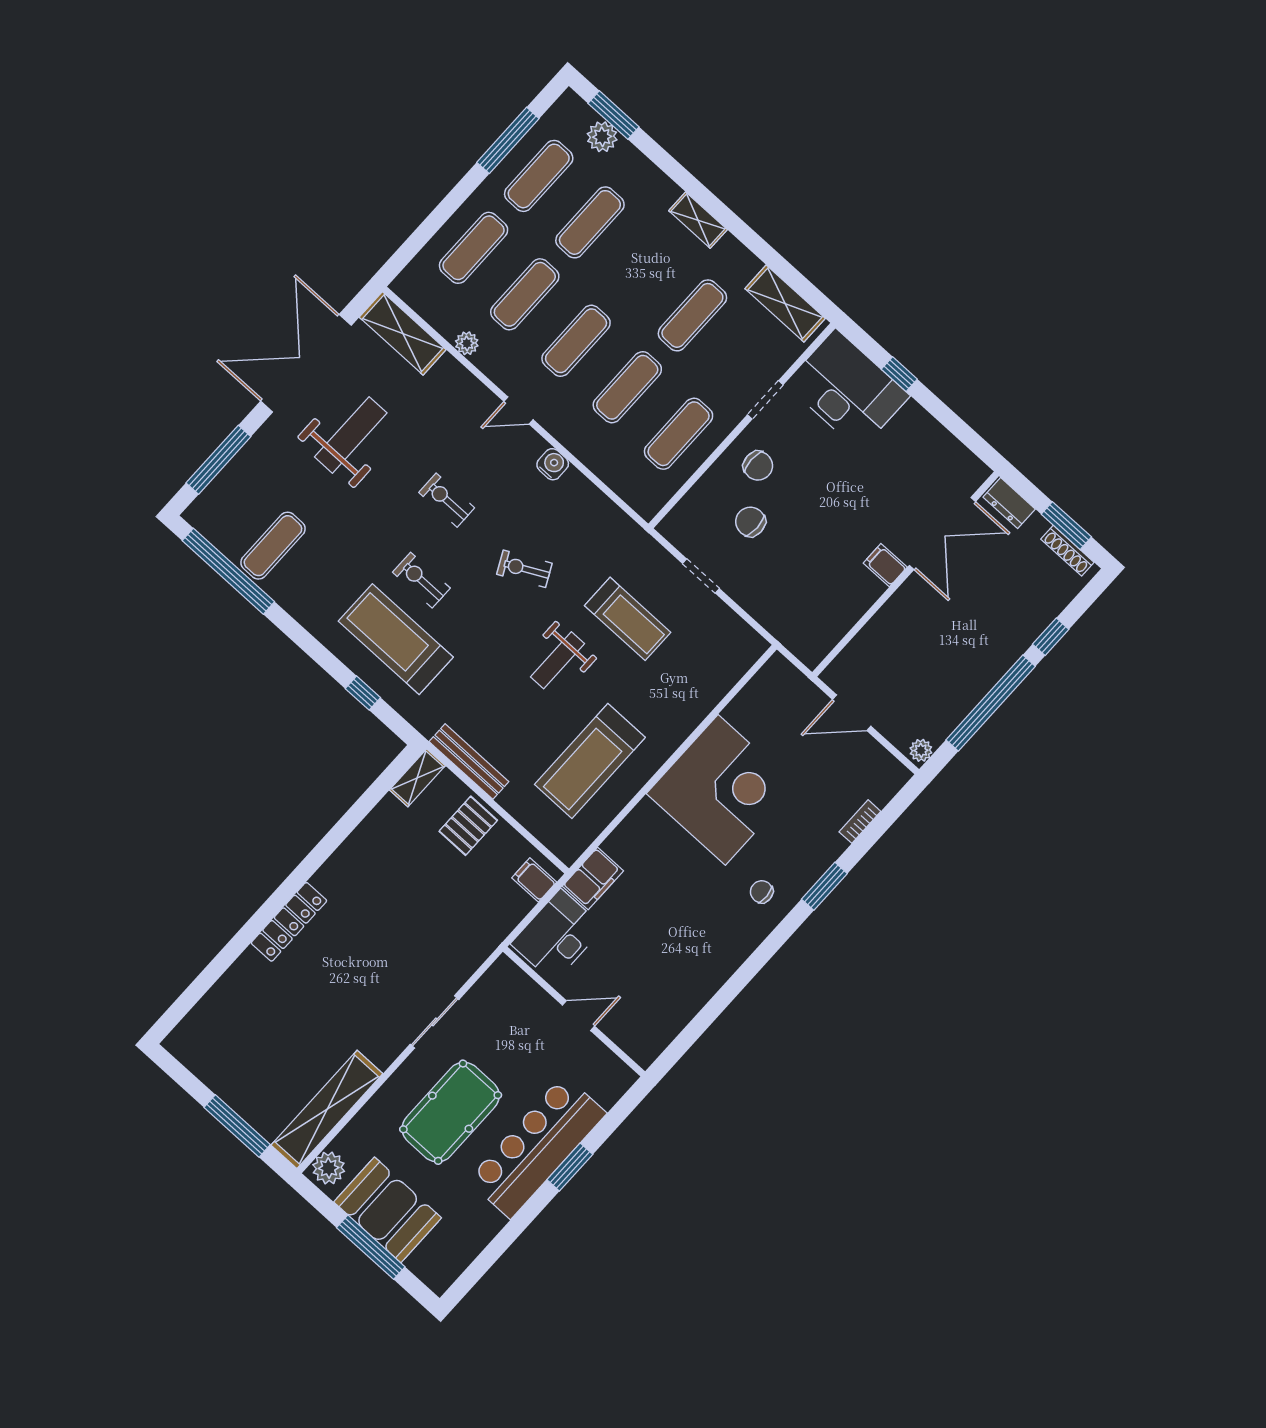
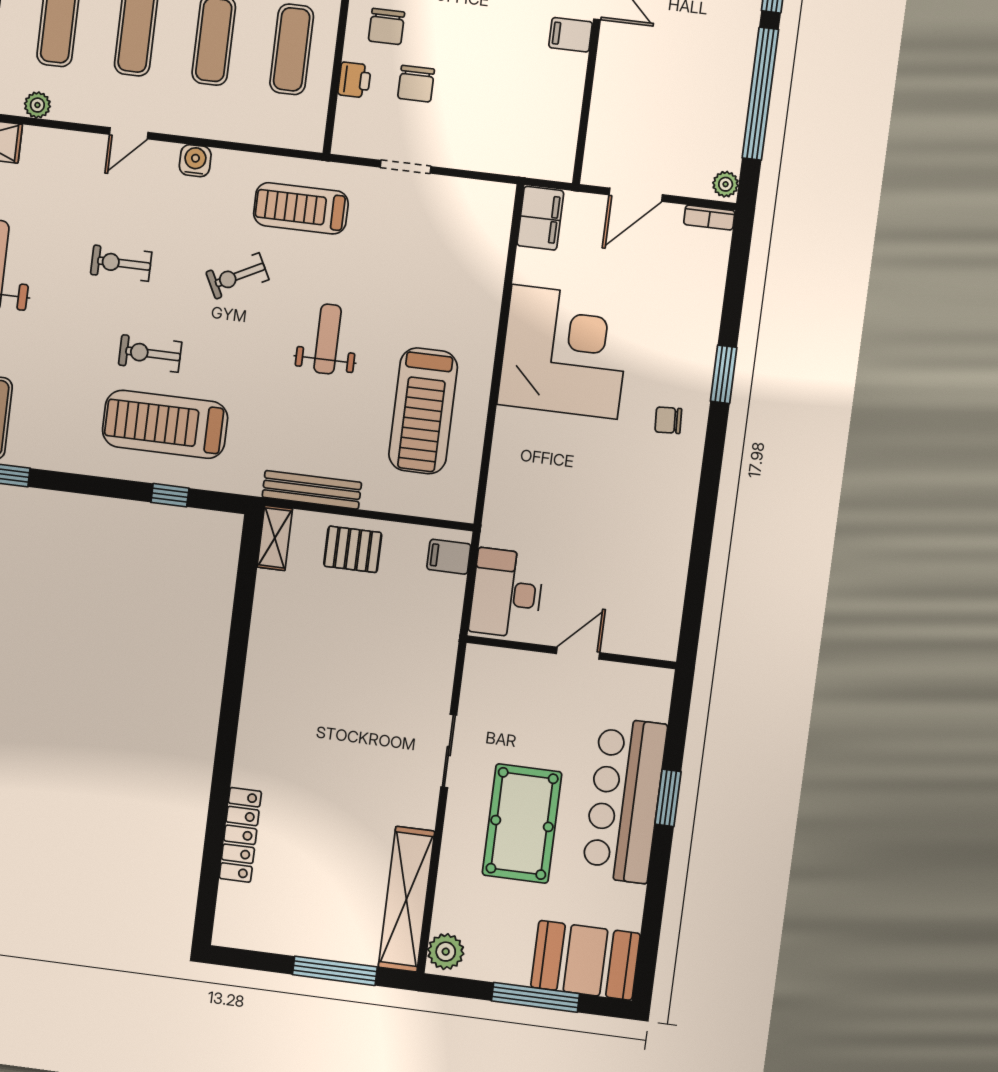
chair: (758, 466) -> (386, 27), turned 90
printer: (708, 488) -> (354, 80), added
chair: (750, 522) -> (416, 84), turned -90
treadmill: (628, 619) -> (301, 208), moved, turned 180
weight bench: (557, 660) -> (328, 339), turned 180
bookcase: (860, 822) -> (709, 218), moved, turned -90
pallet: (468, 826) -> (353, 549), turned 90
filing cabinet: (593, 878) -> (540, 218), moved
locker: (289, 922) -> (240, 835), moved
booth: (388, 1210) -> (585, 960), moved

